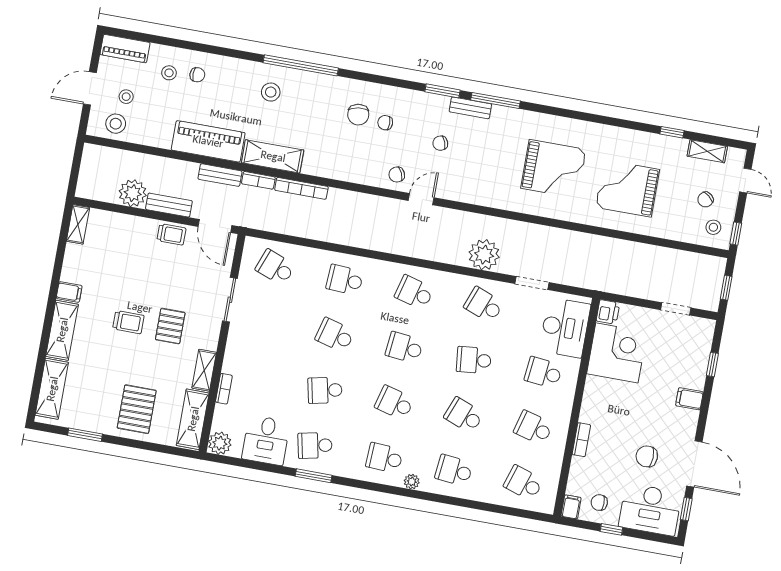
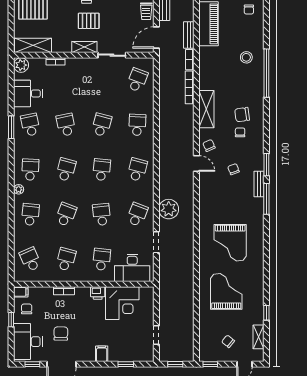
shelving: (273, 156) -> (206, 109), moved
stool: (713, 227) -> (212, 349), removed
printer: (608, 312) -> (98, 293), moved
shelving: (204, 370) -> (84, 47), moved
school desk: (523, 483) -> (30, 259), turned -42

